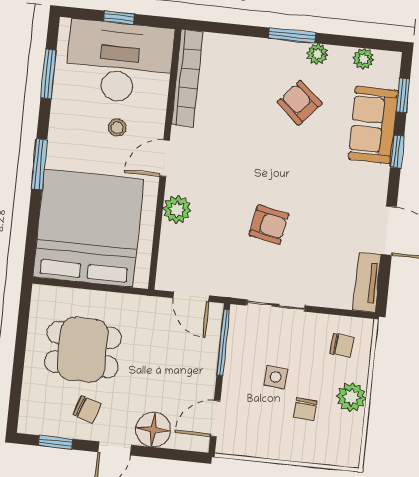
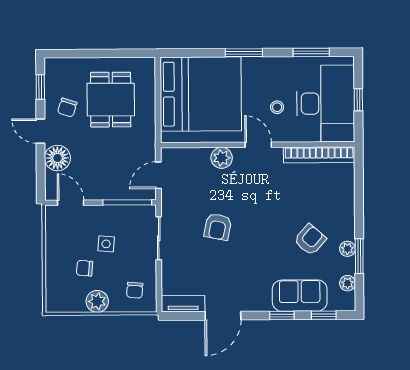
window: (292, 35) -> (359, 256), moved

